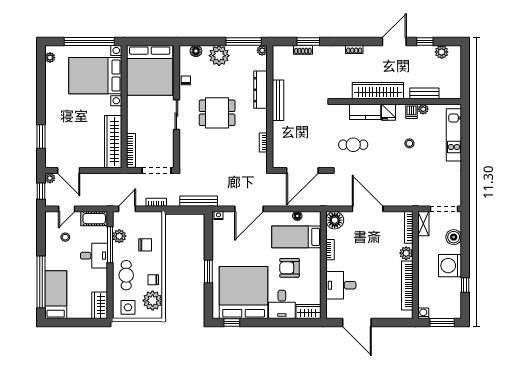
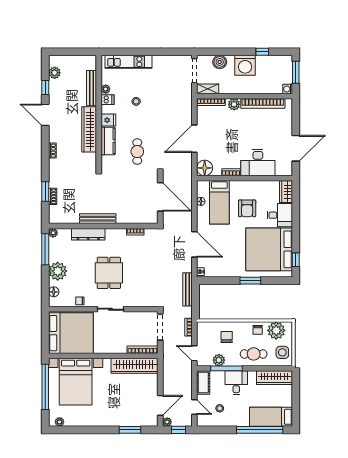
bench: (424, 93) -> (91, 88), width x1.36
desk: (341, 285) -> (258, 163), width x1.37
wardrobe: (100, 305) -> (274, 378), width x1.50

